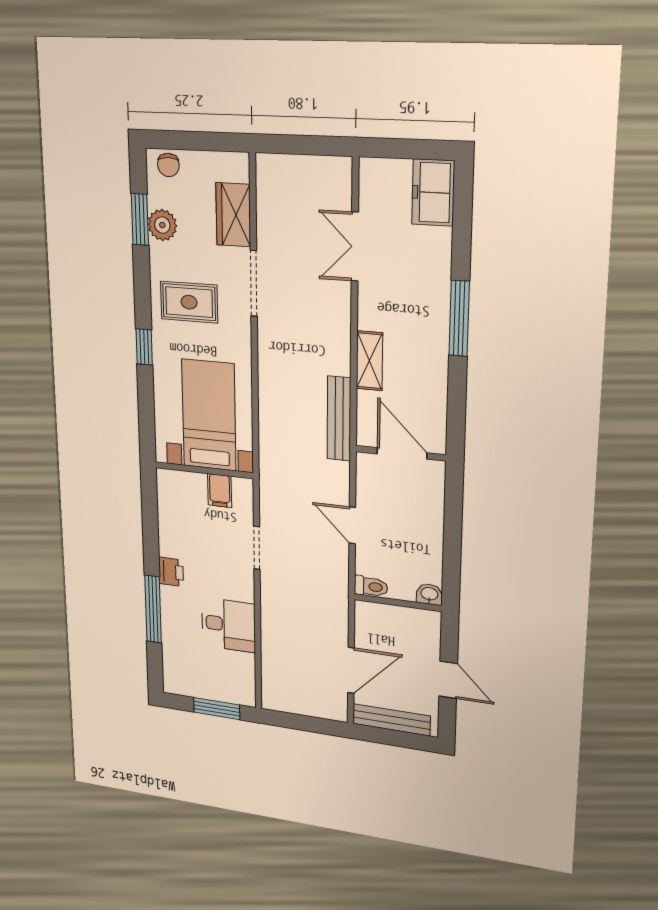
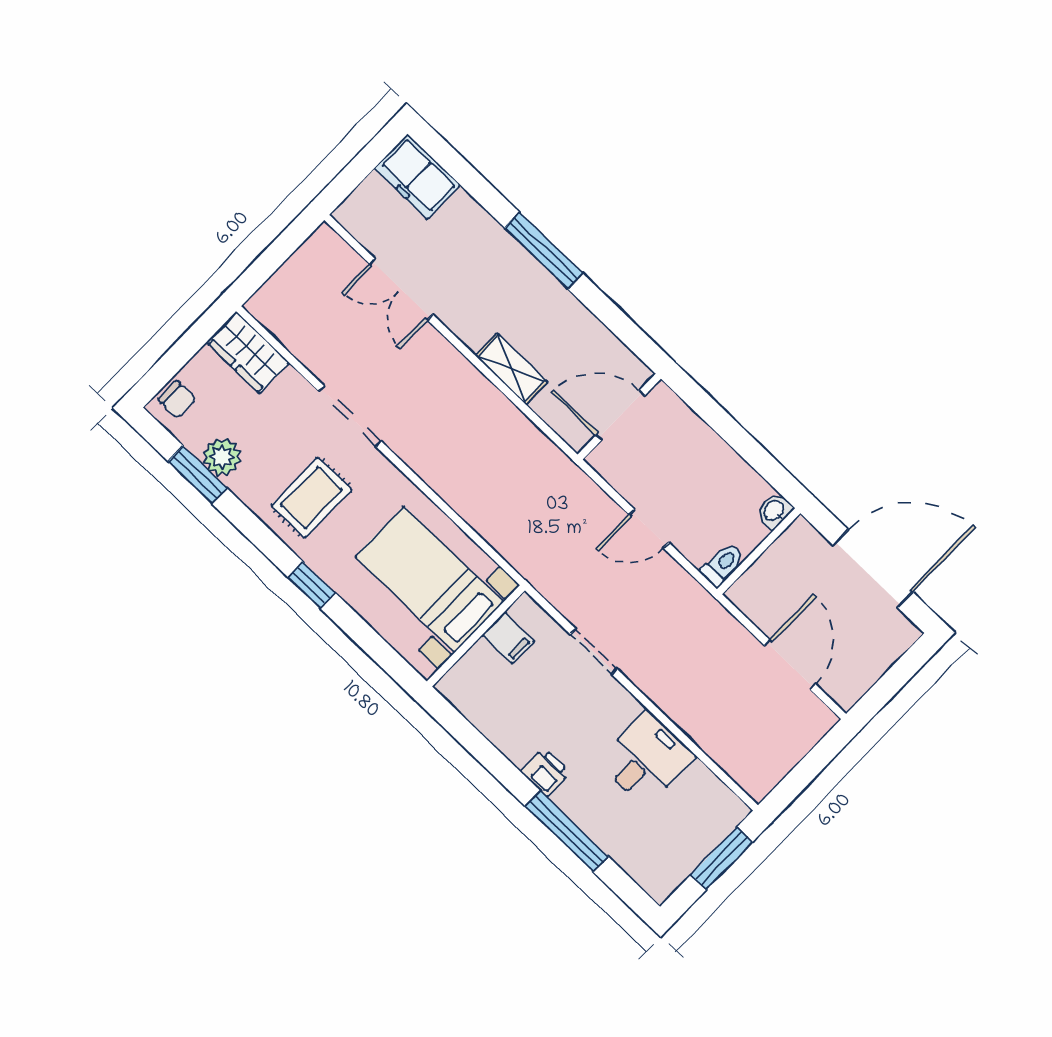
wardrobe: (233, 215) -> (248, 352), moved
bench: (339, 419) -> (539, 448), removed
door: (448, 680) -> (873, 569), width x1.87
bench: (391, 720) -> (871, 668), removed

